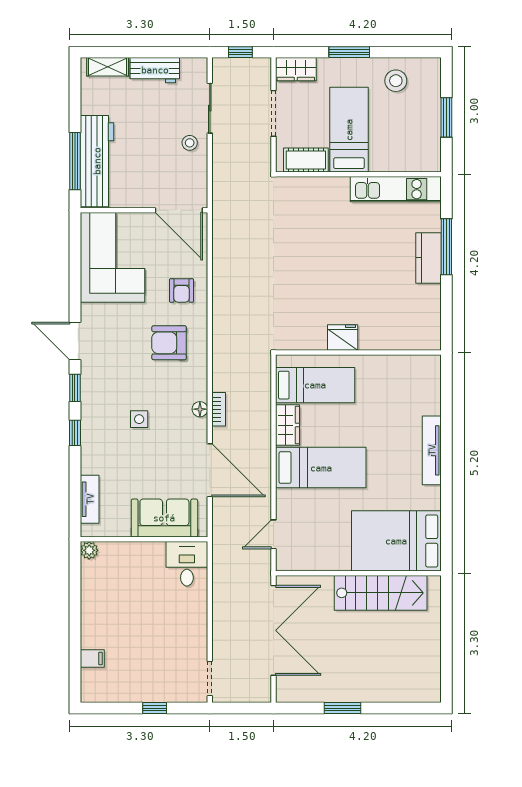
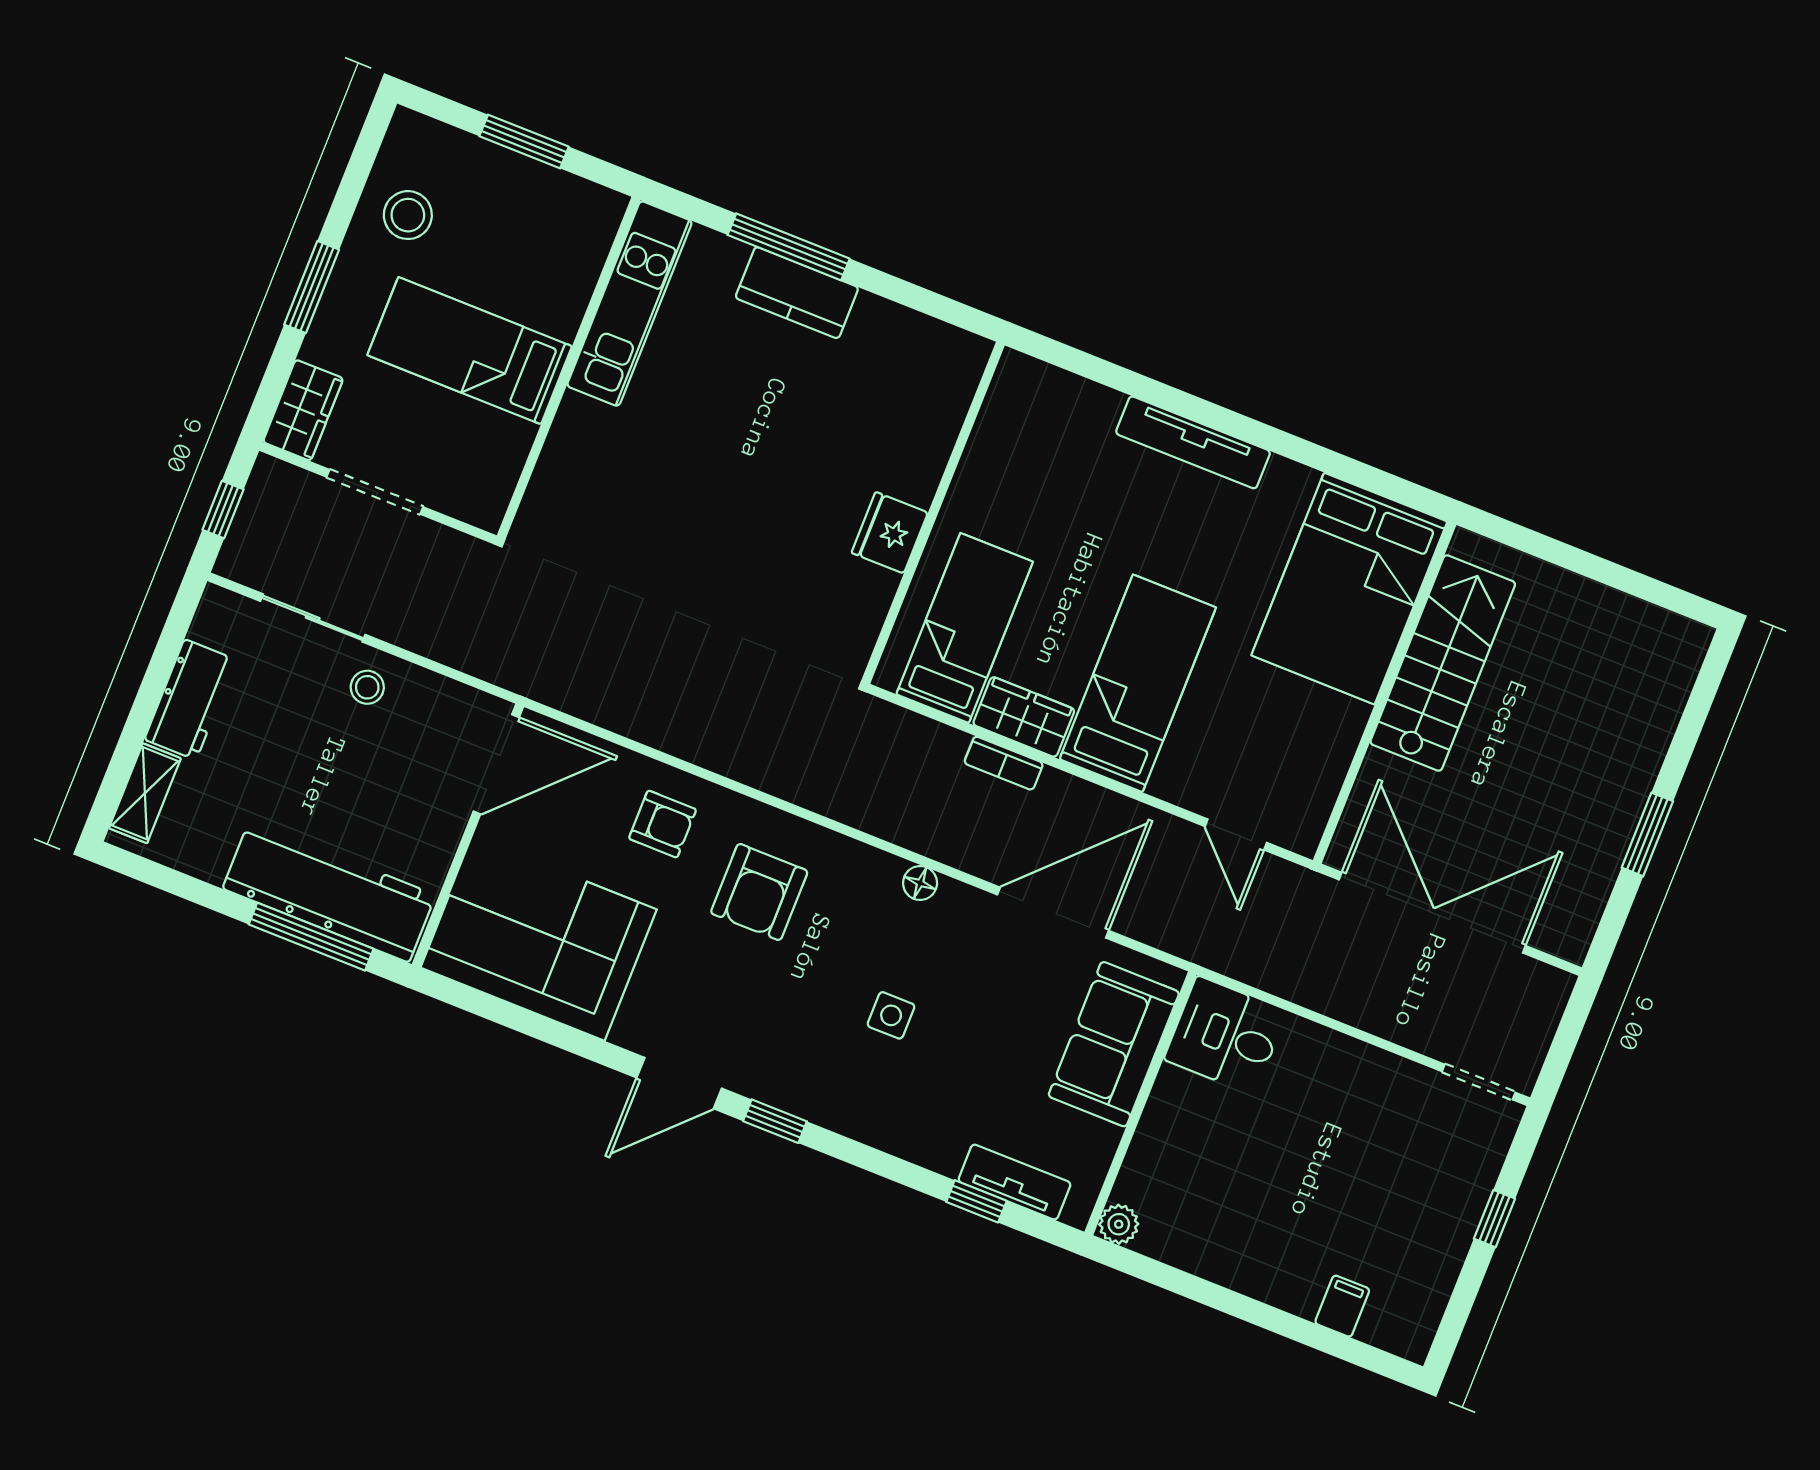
cot: (306, 160) -> (497, 463), removed
bookcase: (219, 409) -> (1004, 763), moved, turned 180
window: (75, 433) -> (976, 1201), moved

